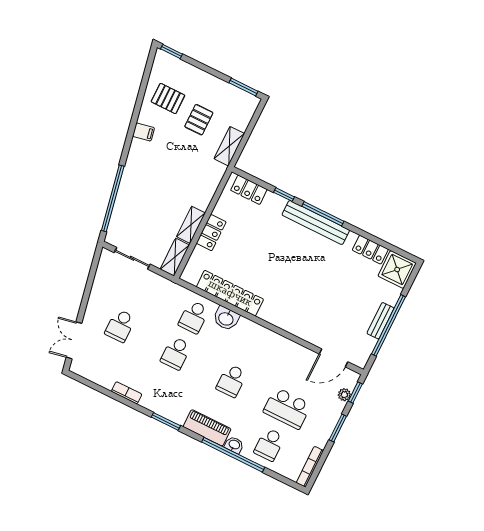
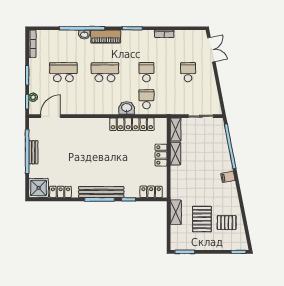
pallet: (199, 120) -> (202, 219), width x1.50, depth x1.42
filing cabinet: (143, 132) -> (228, 177), moved
school desk: (231, 381) -> (105, 72), width x1.85
school desk: (269, 444) -> (63, 45), removed

